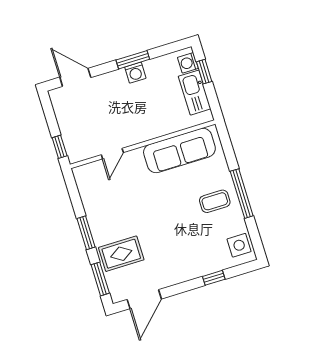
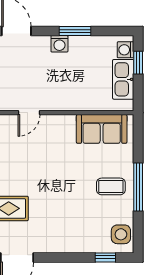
washing machine: (135, 73) -> (59, 44), moved
sofa: (179, 150) -> (102, 129), width x0.73
window: (214, 278) -> (105, 257), moved

